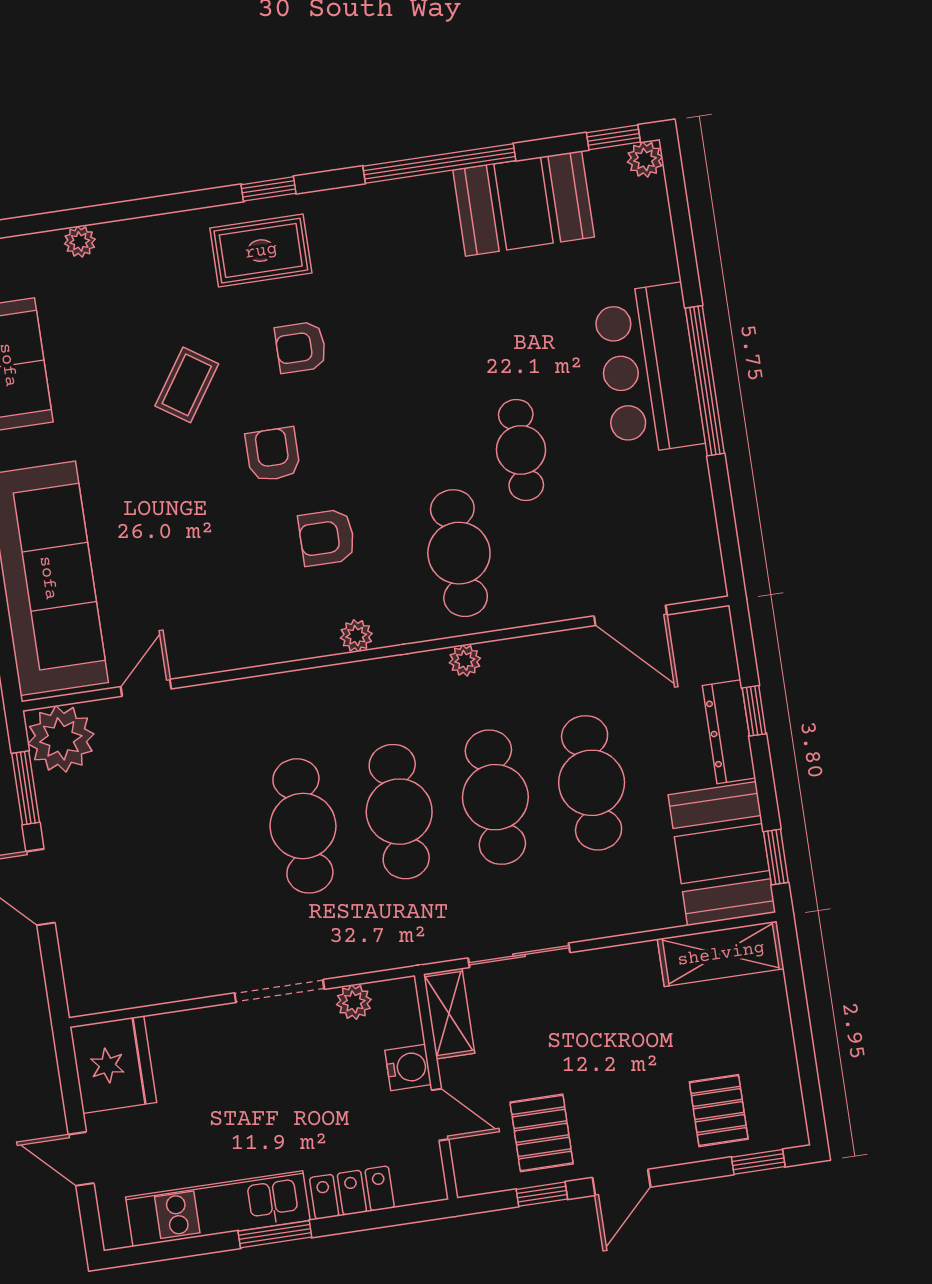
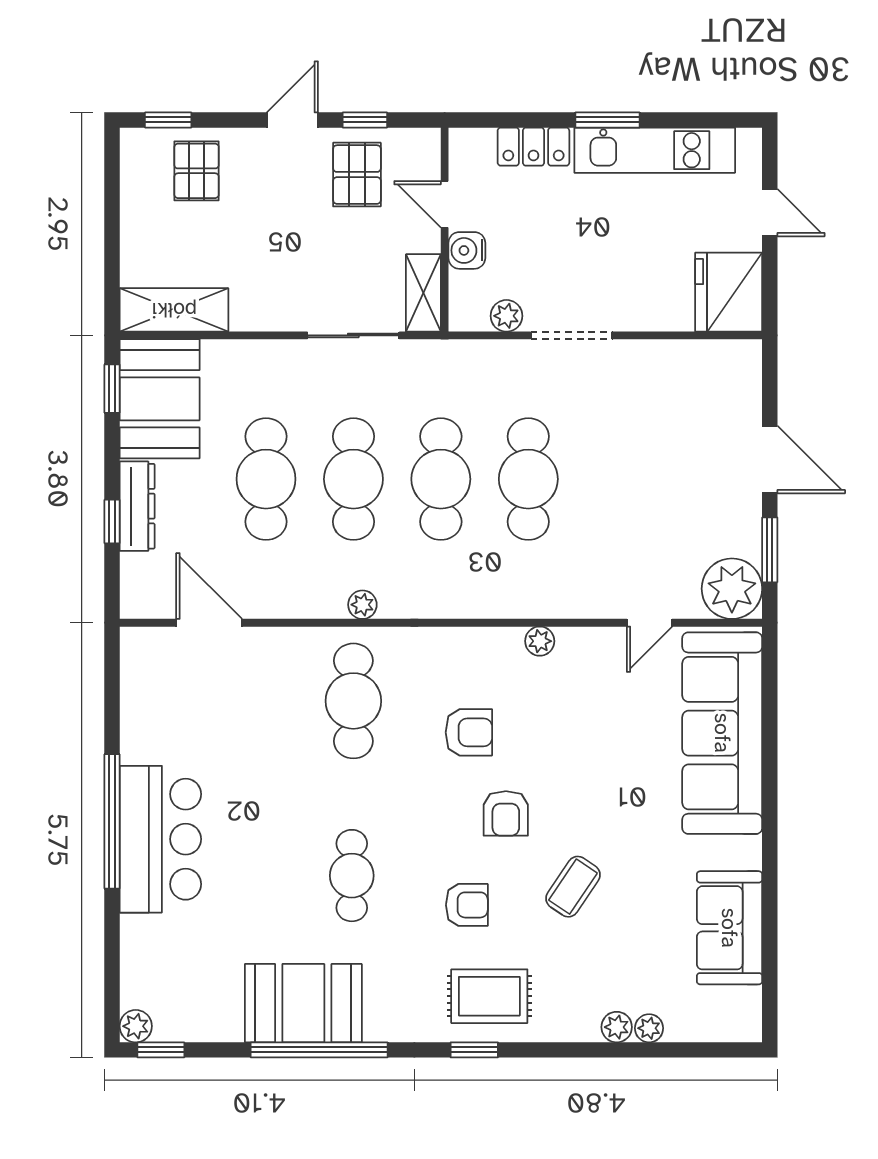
booth: (524, 203) -> (303, 1003), moved
plant: (116, 238) -> (617, 1027), added
cafe table: (521, 450) -> (352, 876), moved
plant: (356, 636) -> (540, 641), moved

